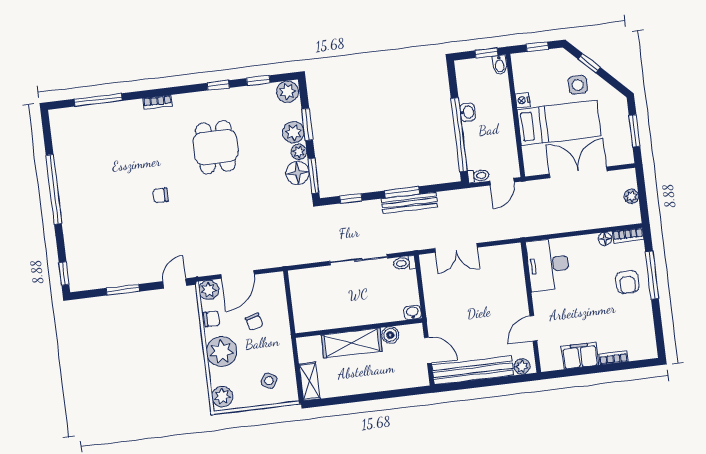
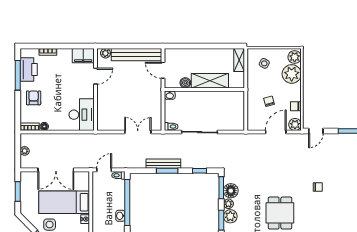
window: (652, 275) -> (18, 75), moved
printer: (641, 326) -> (29, 70), added
plant: (221, 352) -> (292, 74), moved
filing cabinet: (580, 356) -> (83, 56), moved

